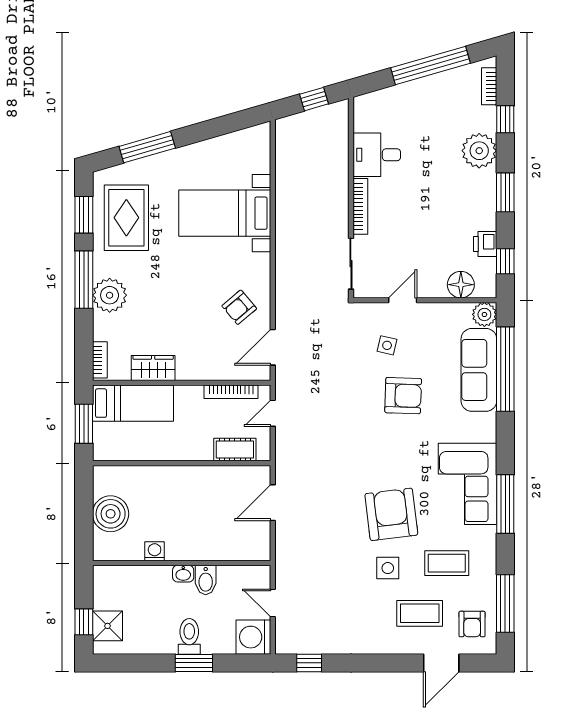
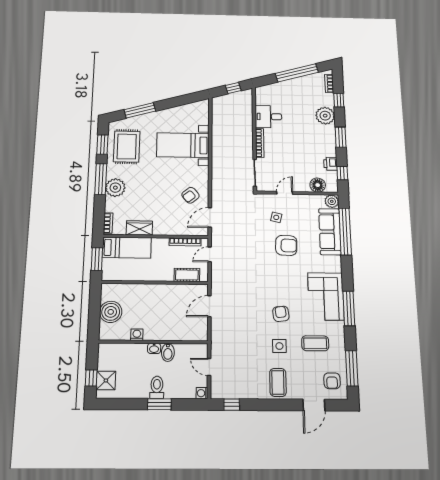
armchair: (391, 514) -> (281, 314), width x0.53, depth x0.53
coffee table: (420, 613) -> (278, 382), moved, turned 90
washing machine: (253, 637) -> (202, 393), width x0.53, depth x0.53

